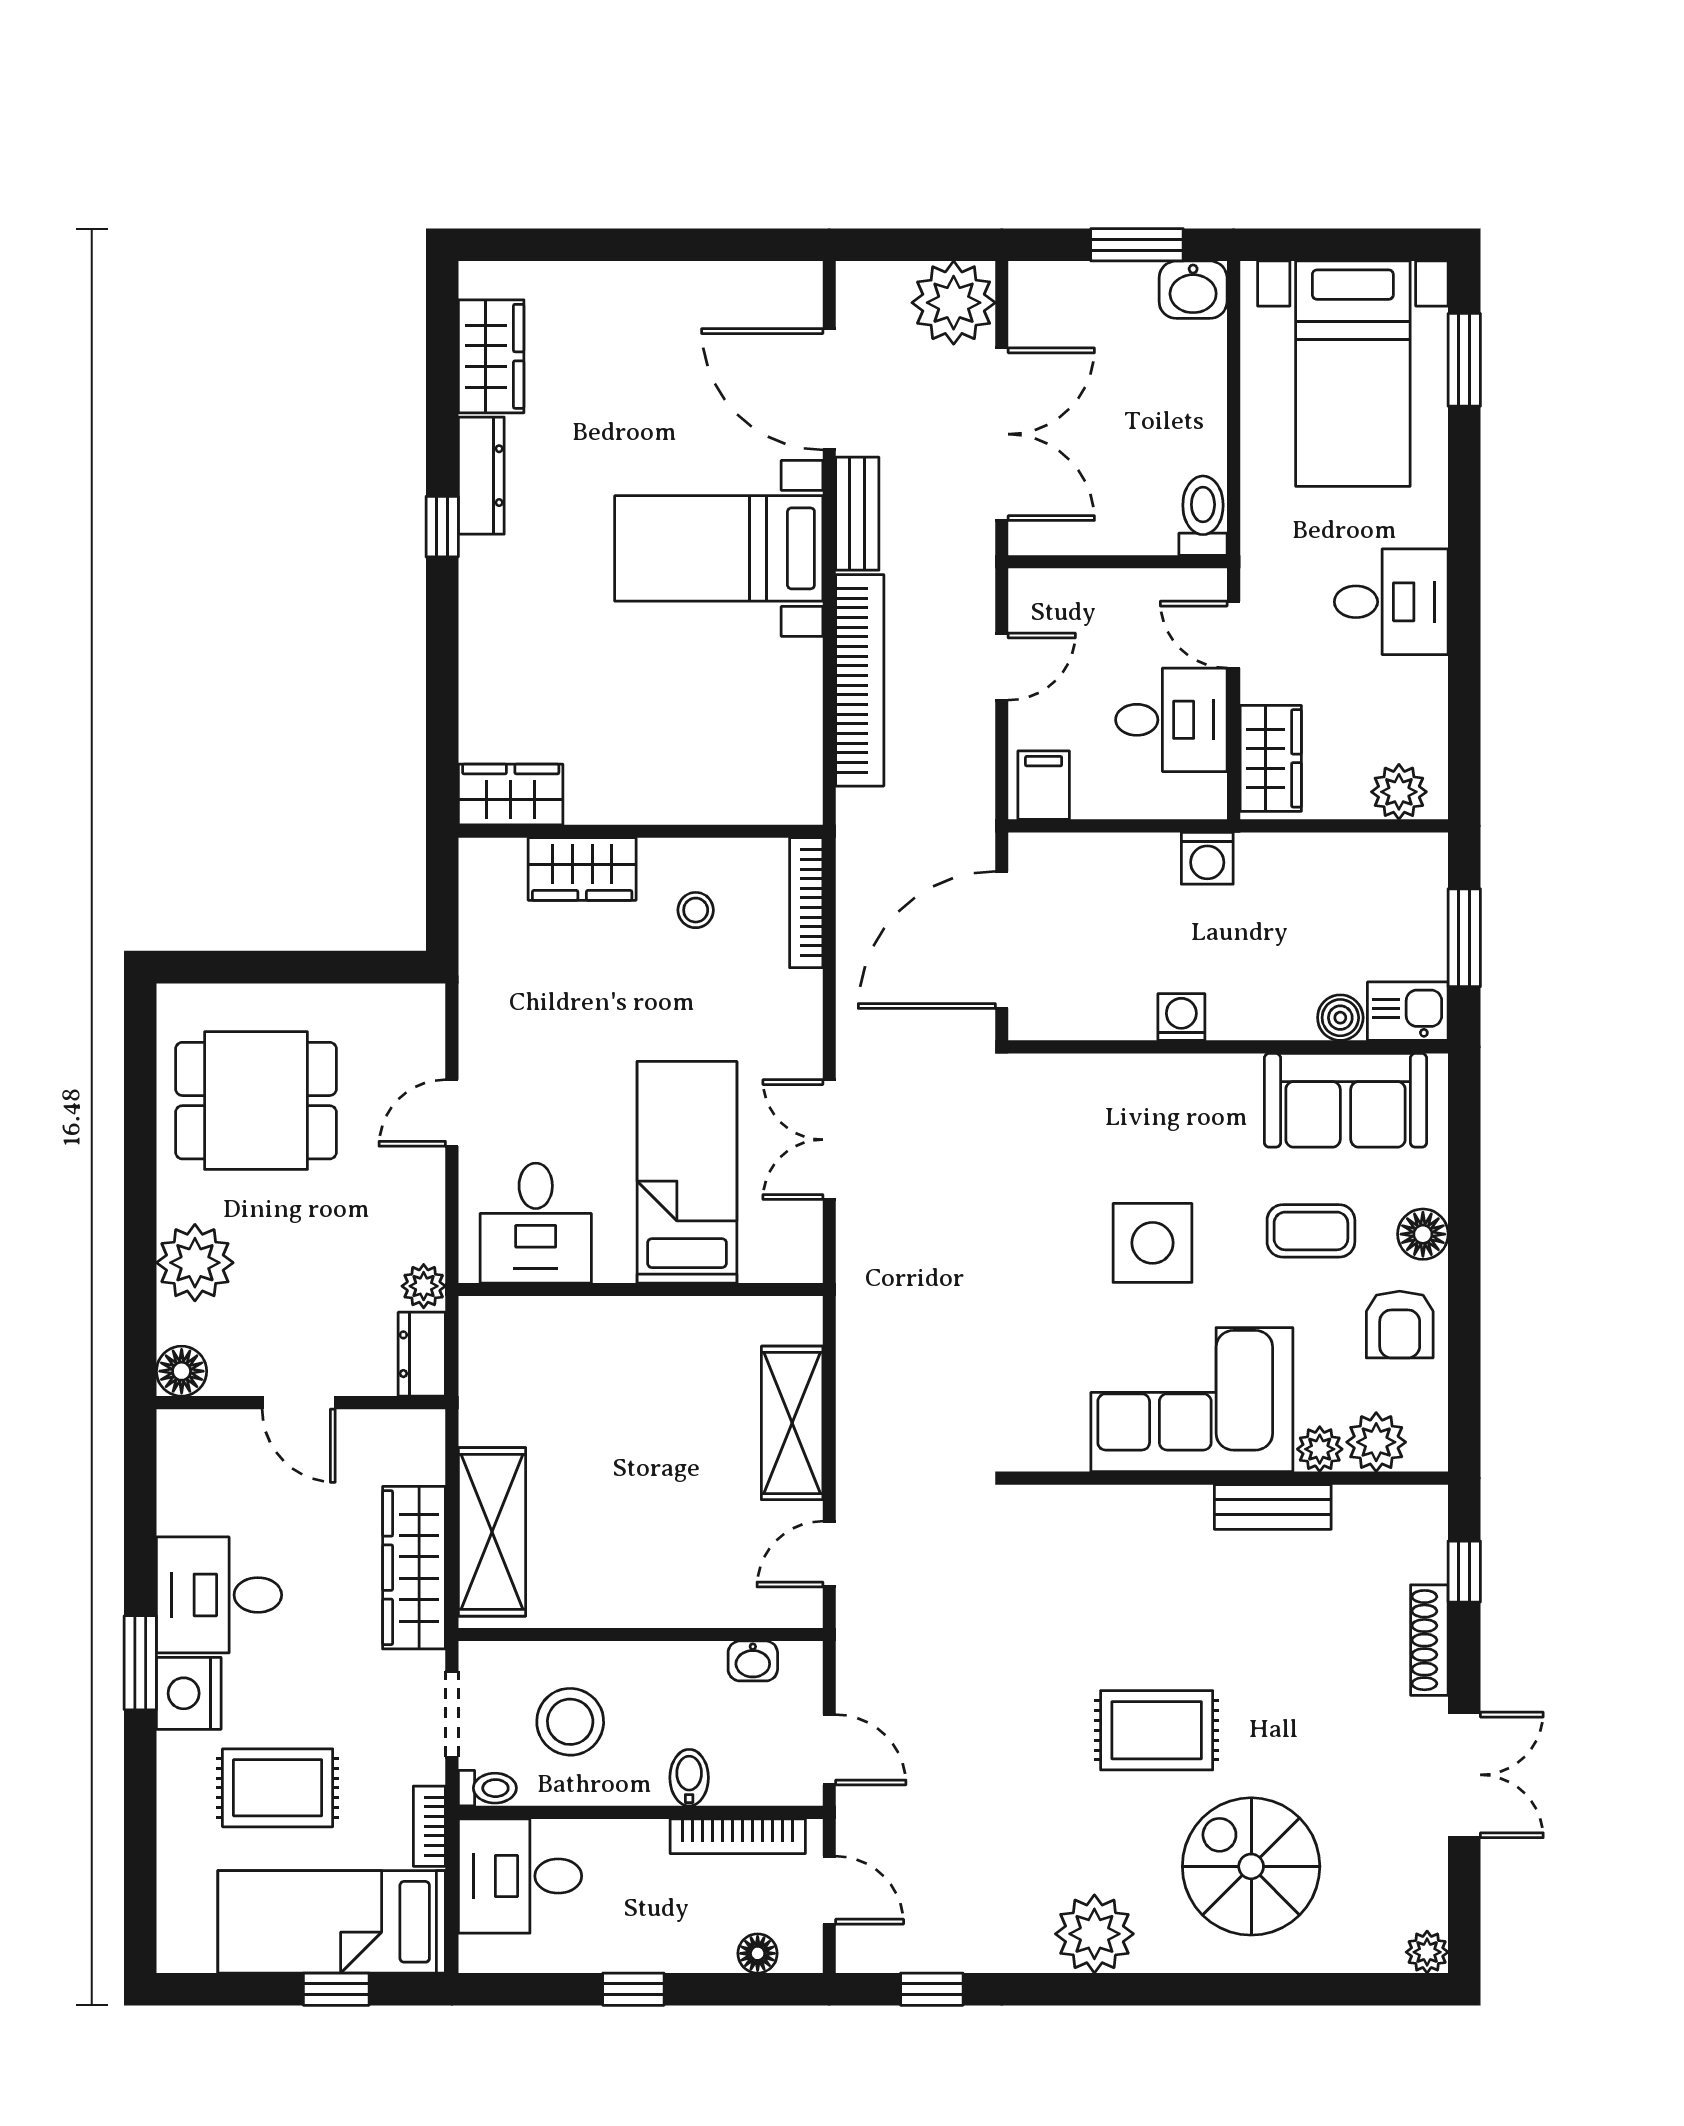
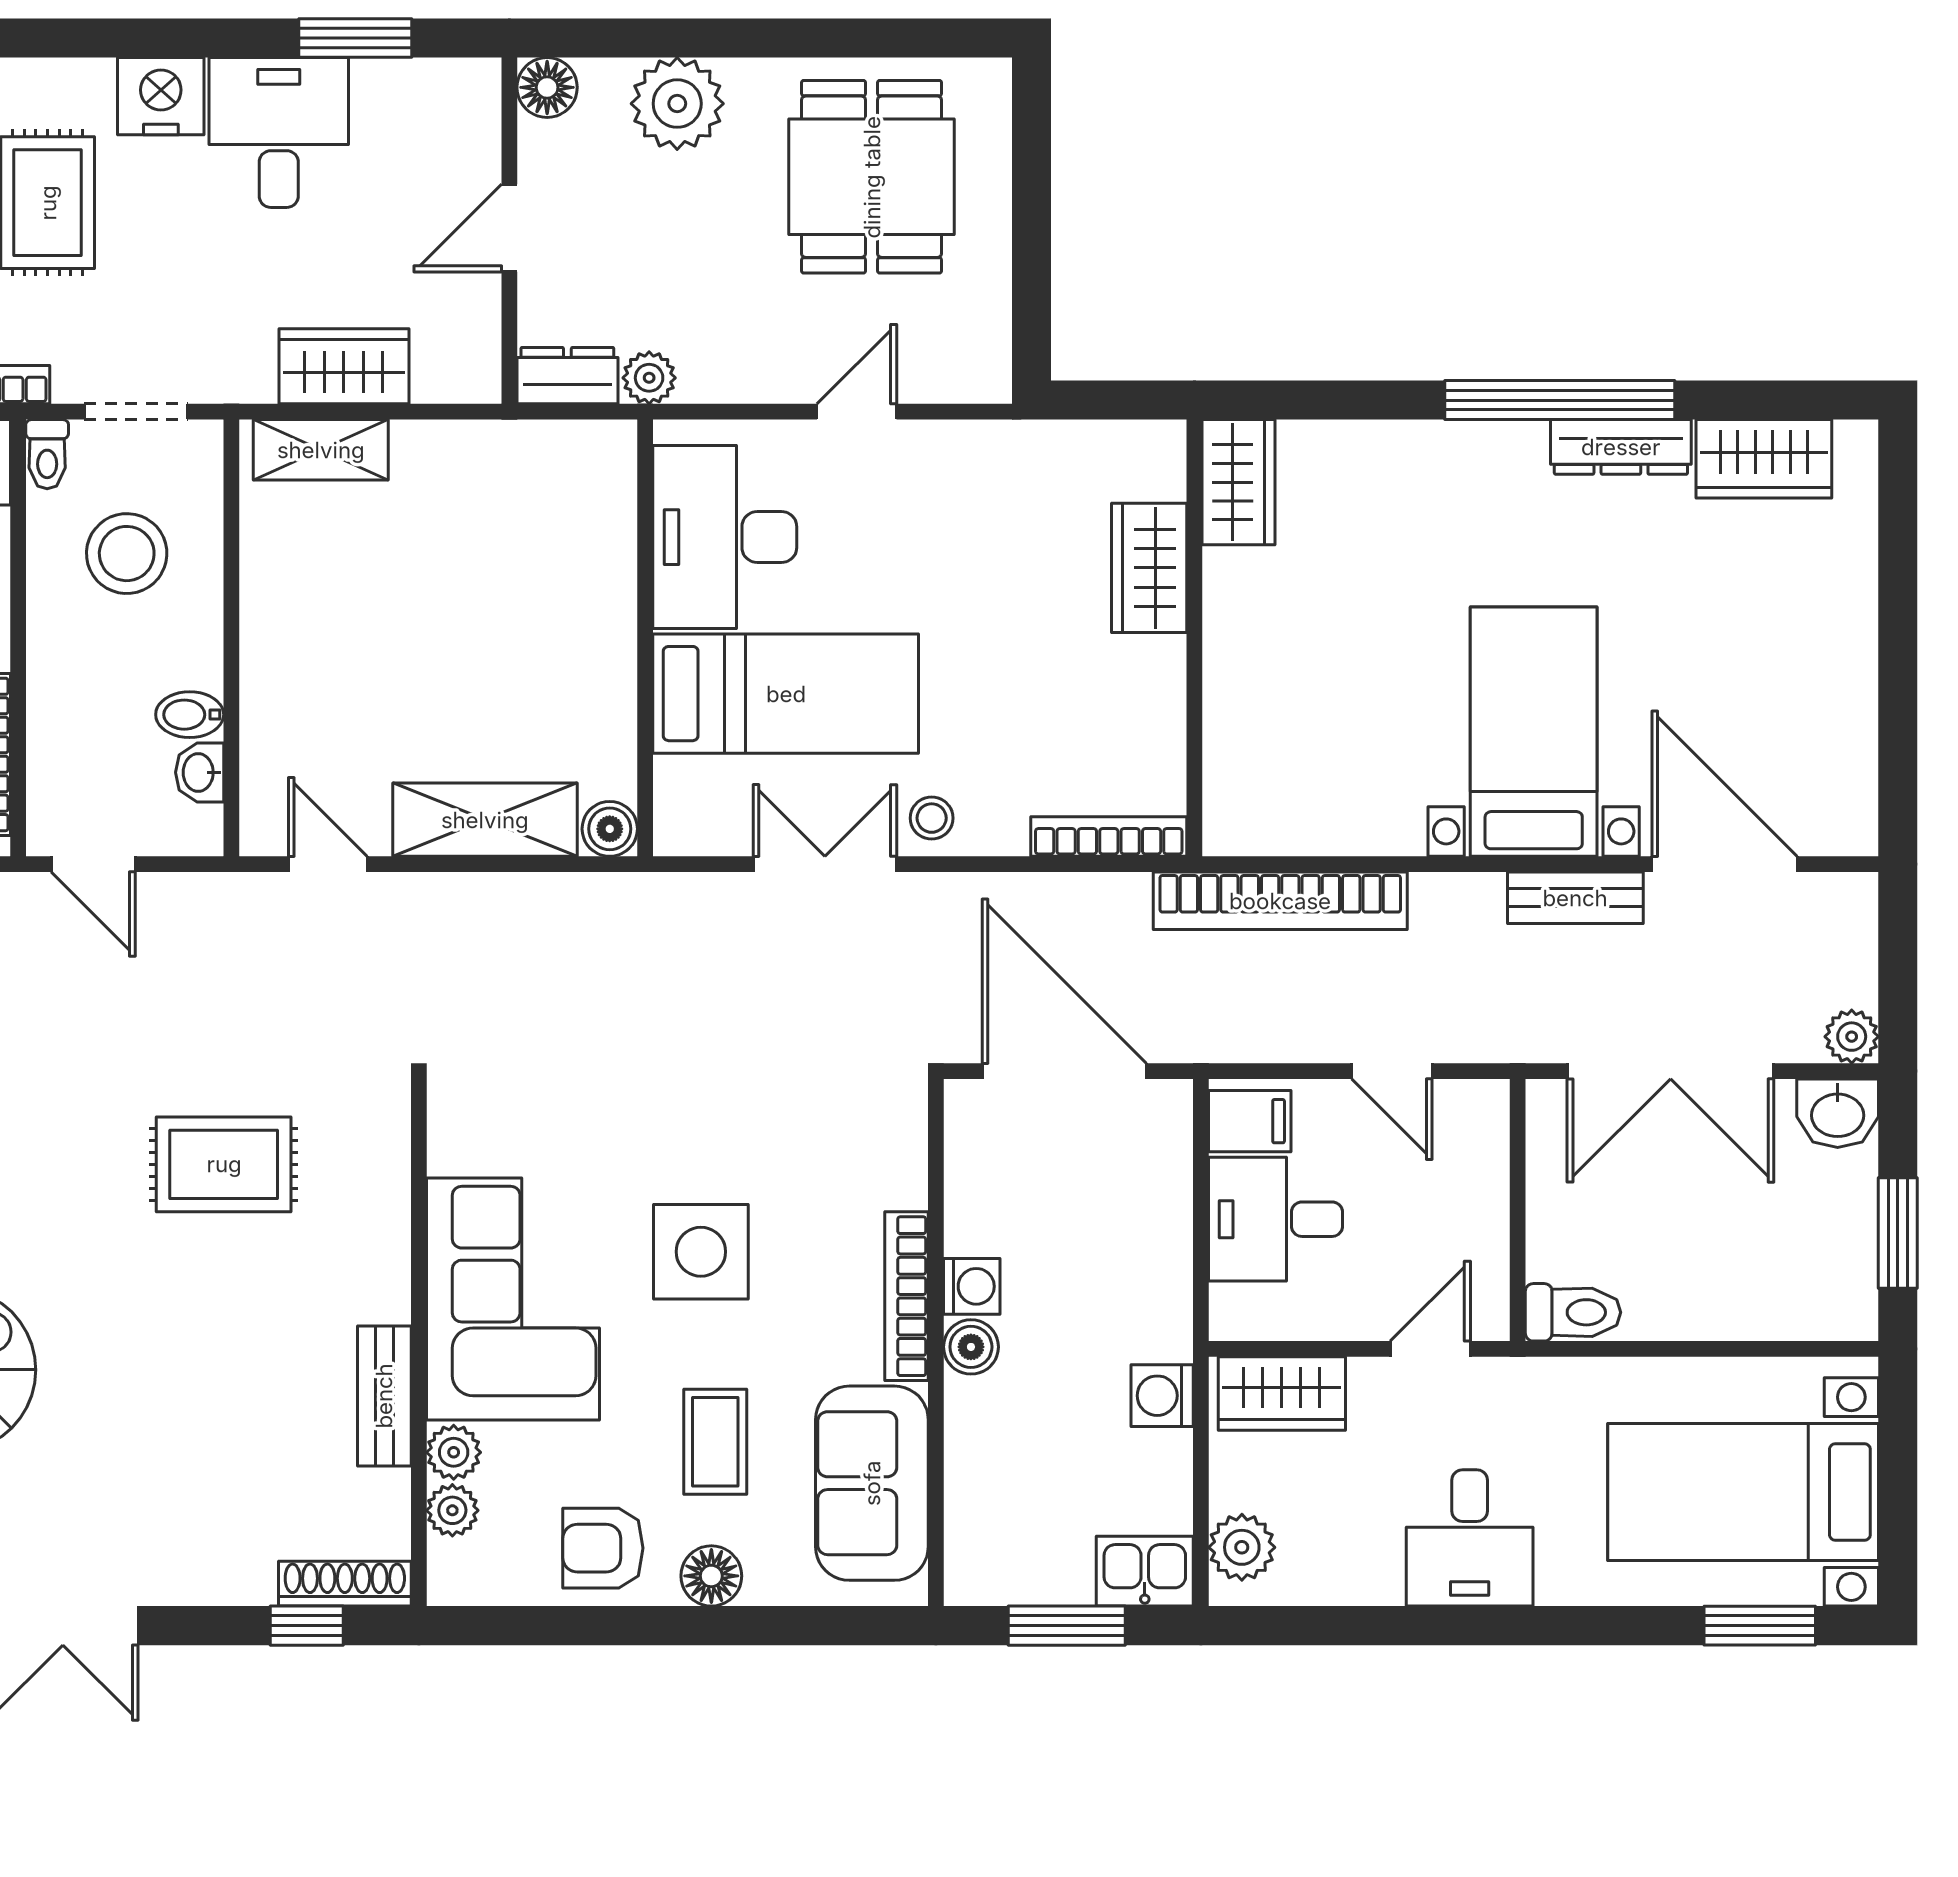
washbasin: (1193, 290) -> (1838, 1113), moved, turned -90
plant: (954, 303) -> (1852, 1037), width x0.53, depth x0.53
door: (829, 389) -> (1724, 864), hinge flipped
window: (442, 527) -> (1560, 400), width x3.17
bookcase: (860, 680) -> (1280, 901), moved
desk: (1171, 720) -> (1276, 1219), moved, turned 90
washing machine: (1207, 858) -> (1162, 1396), moved
stool: (696, 910) -> (932, 818), moved
kitchen sink: (1408, 1011) -> (1145, 1571), moved, turned -90
boiler: (1340, 1018) -> (971, 1347), moved
bookcase: (1190, 1071) -> (907, 1296), added
door: (452, 1113) -> (857, 412), hinge flipped
desk: (536, 1223) -> (725, 537), width x1.37
boiler: (800, 1319) -> (610, 829), added
plant: (1376, 1442) -> (452, 1510), width x0.73, depth x0.73
shelving: (492, 1532) -> (321, 450), width x0.67, depth x0.75
wardrobe: (414, 1568) -> (344, 366), width x0.67
shoe rack: (1429, 1640) -> (345, 1584), moved
window: (140, 1663) -> (355, 38), moved
rug: (1157, 1730) -> (224, 1164), moved, turned 90
door: (829, 1750) -> (93, 864), hinge flipped
bidet: (689, 1778) -> (190, 715), moved, turned 180

